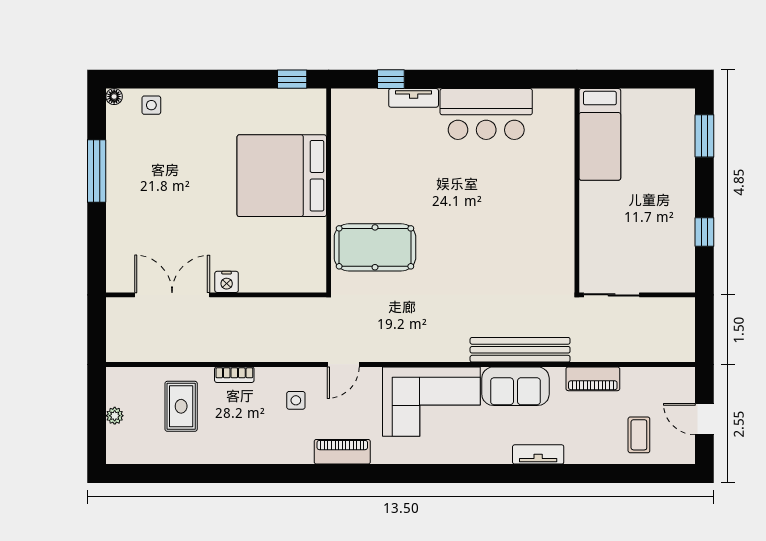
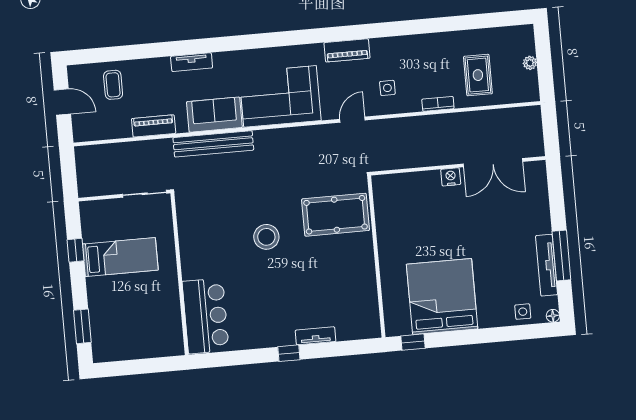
window: (391, 79) -> (289, 353), moved
bar counter: (486, 114) -> (206, 316), moved, turned 90
bed: (600, 134) -> (120, 257), moved, turned 90
tv unit: (116, 161) -> (547, 265), added
bed: (282, 176) -> (442, 297), moved, turned -90
stool: (464, 227) -> (266, 237), added

